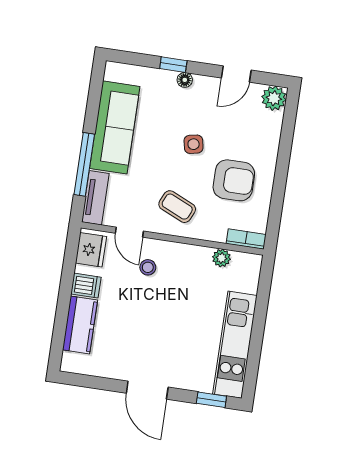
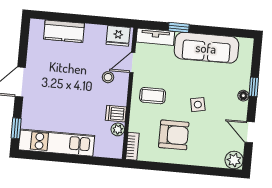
window: (84, 164) -> (179, 28), width x0.46
armchair: (234, 180) -> (174, 135), turned -90
coffee table: (177, 207) -> (153, 96), turned 66
dishwasher: (86, 286) -> (116, 114), moved, turned 90

